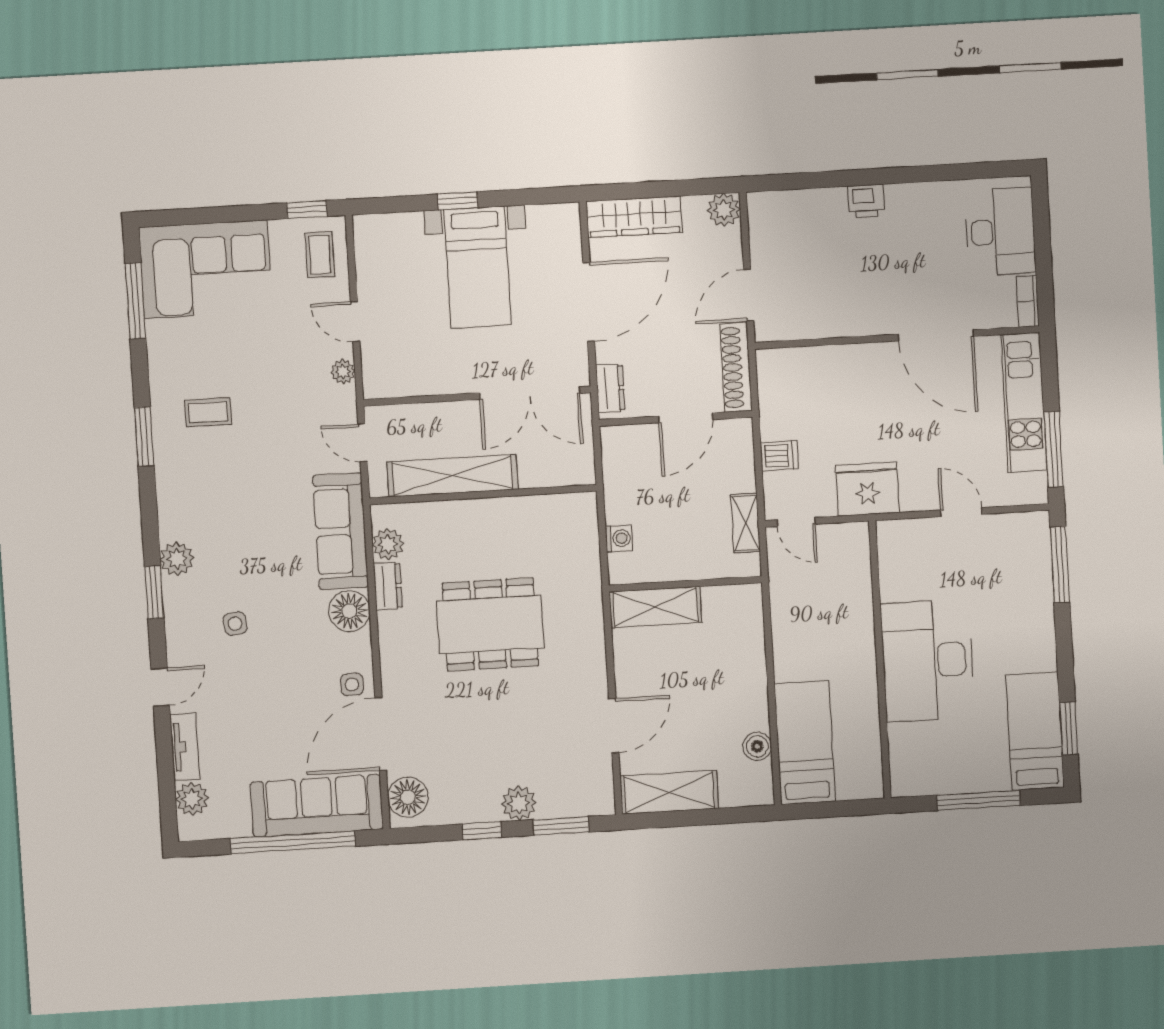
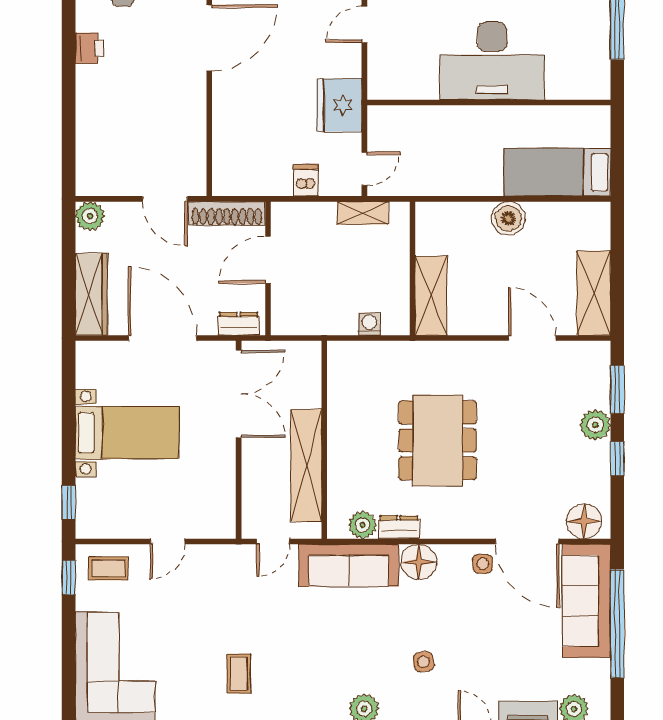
window: (458, 201) -> (69, 503), moved
printer: (866, 201) -> (89, 48), moved
plant: (343, 372) -> (210, 555), removed
door: (686, 418) -> (268, 260), swing flipped
boiler: (757, 746) -> (508, 218), moved, width x1.36, depth x1.36

